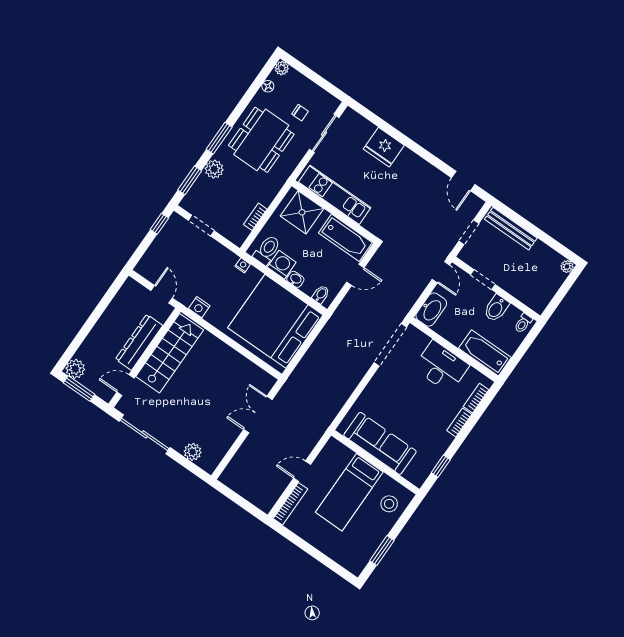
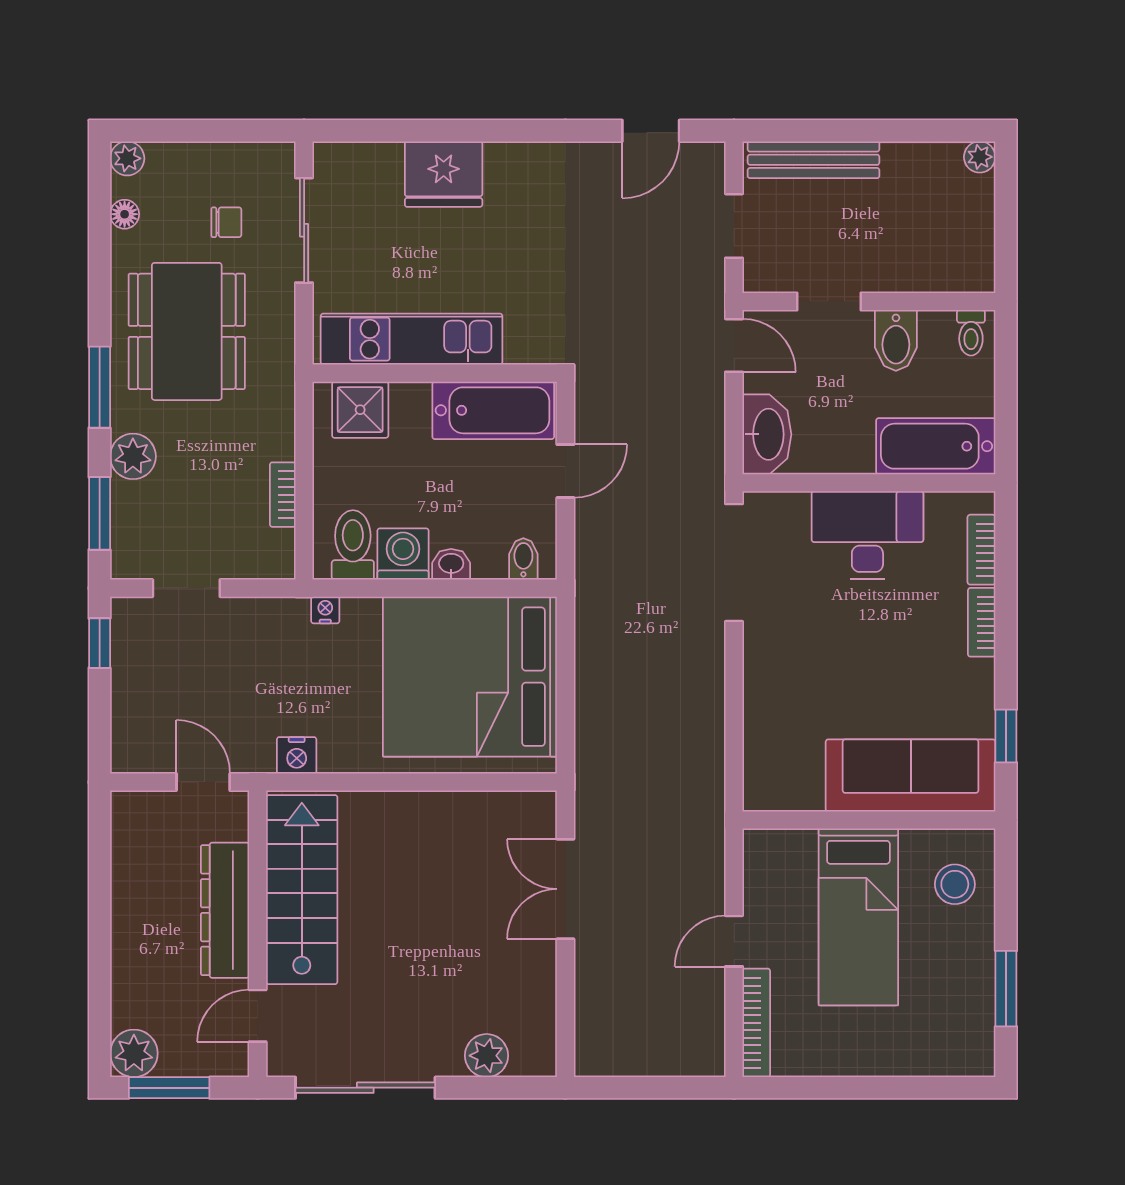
door: (463, 181) -> (651, 131), hinge flipped
shower: (302, 212) -> (360, 410), width x0.73, depth x0.73
sofa: (380, 443) -> (911, 775), moved

